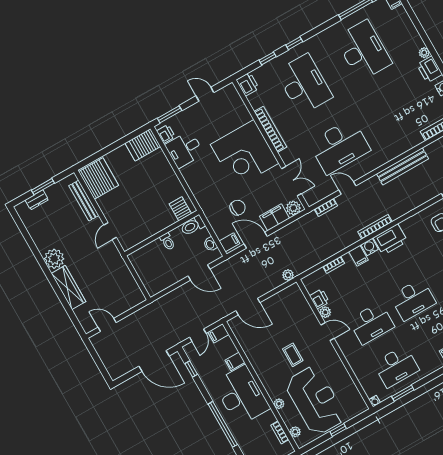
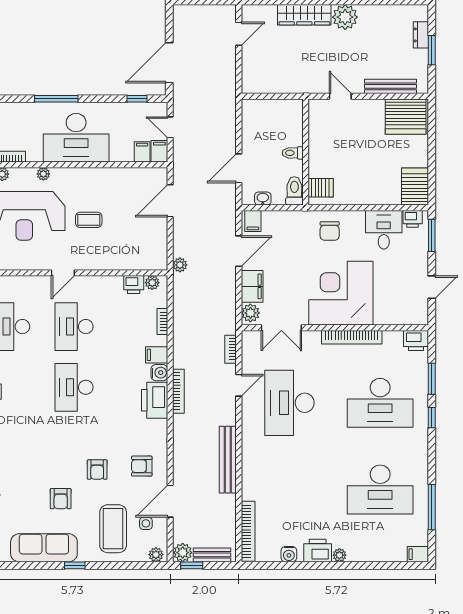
window: (268, 58) -> (432, 379), width x1.50
chair: (238, 208) -> (330, 231), moved
plant: (325, 312) -> (152, 283), moved
door: (327, 332) -> (63, 273), moved
filing cabinet: (235, 361) -> (142, 152), moved
window: (223, 424) -> (56, 99), width x0.68

